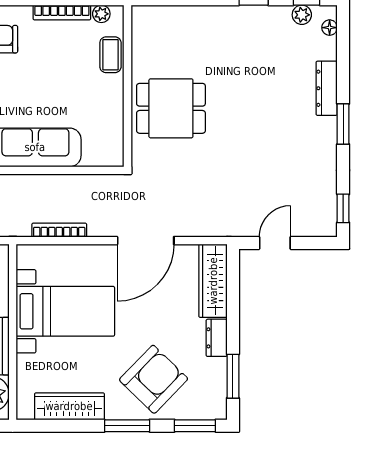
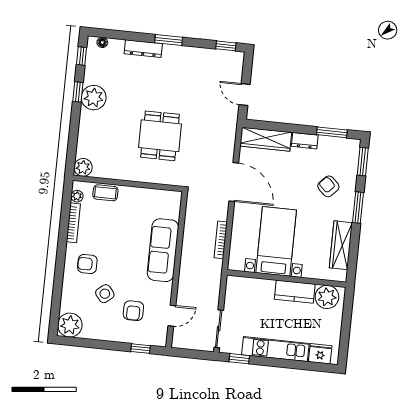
plant: (302, 15) -> (94, 98), moved, width x1.87, depth x1.87
plant: (144, 18) -> (83, 167), added
dining table: (171, 108) -> (160, 136), moved
armchair: (154, 379) -> (328, 186), width x0.53, depth x0.53

